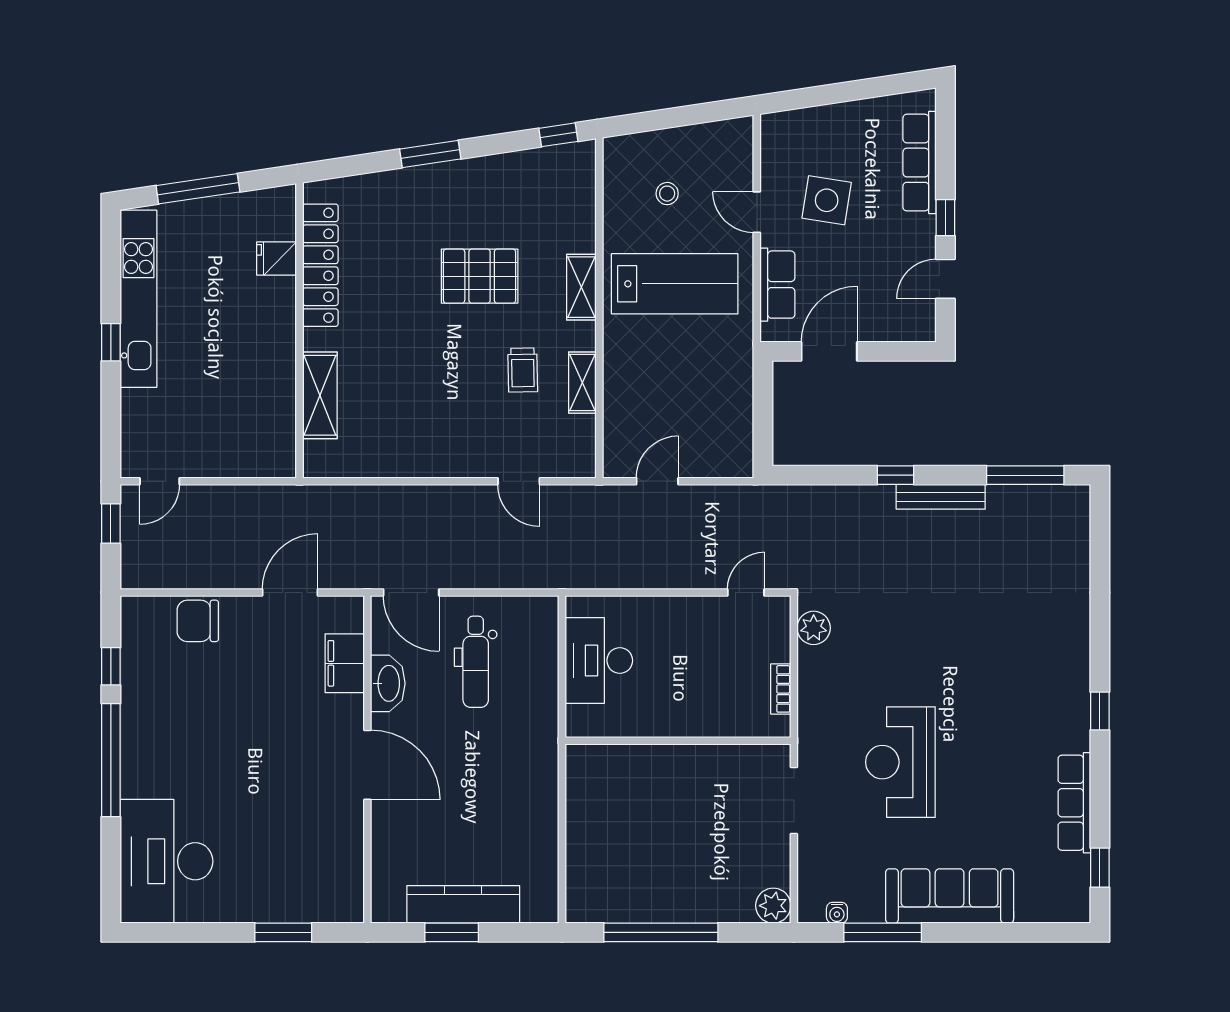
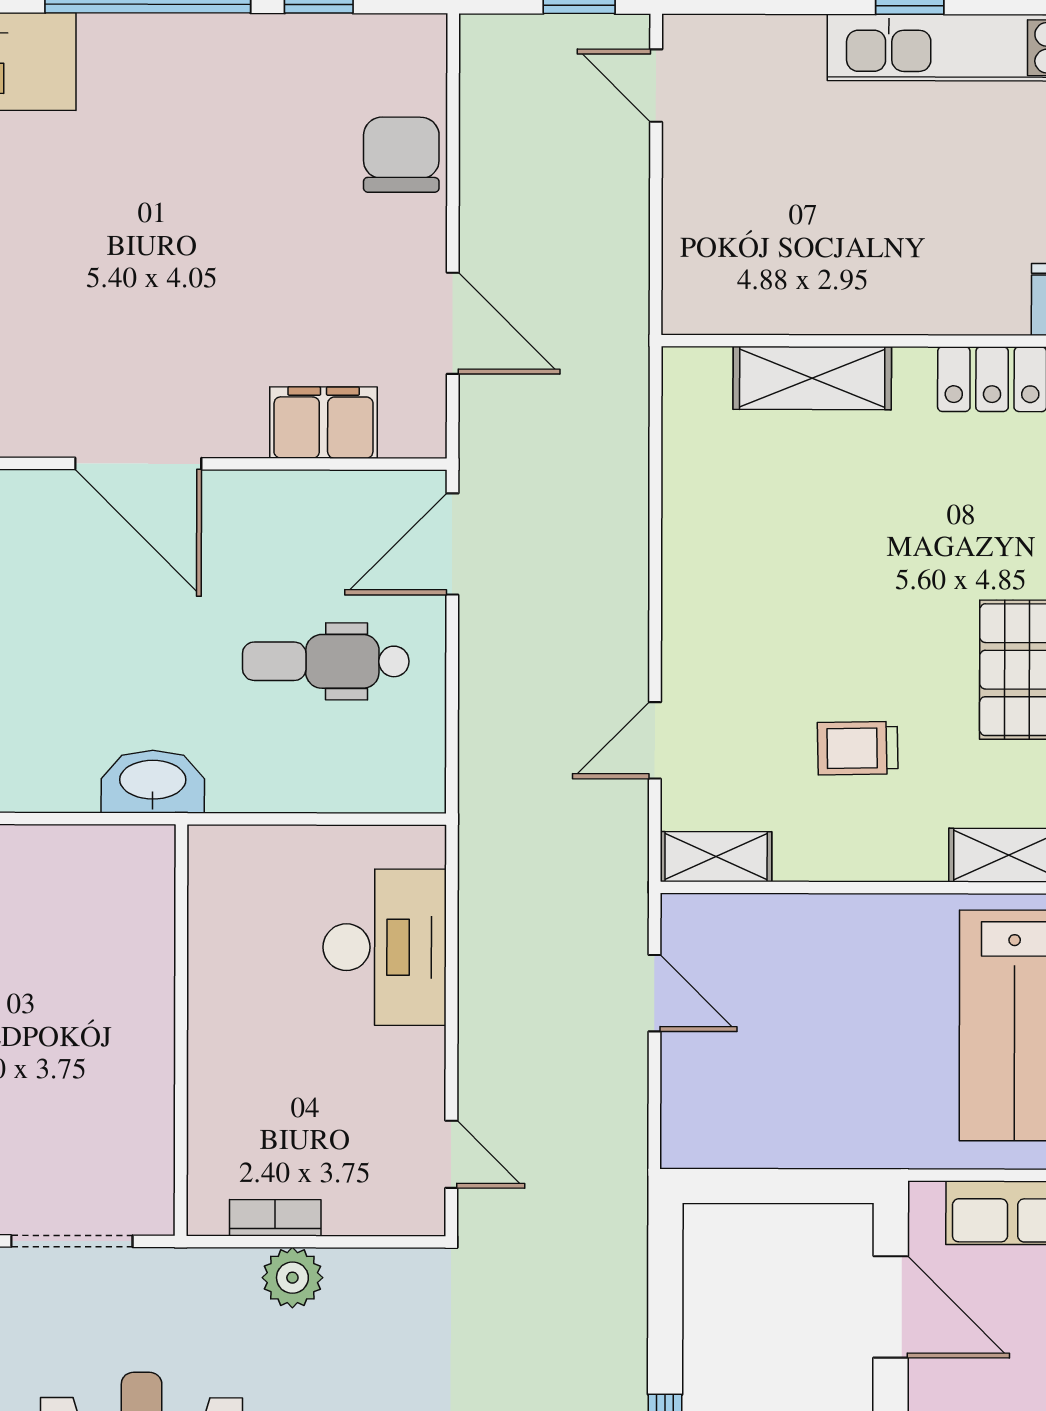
shelving: (582, 383) -> (716, 857), moved
plant: (814, 628) -> (292, 1278), moved
desk: (599, 661) -> (385, 947), moved, turned 90
washbasin: (388, 683) -> (153, 782), moved, turned 180
door: (367, 765) -> (138, 464), hinge flipped

